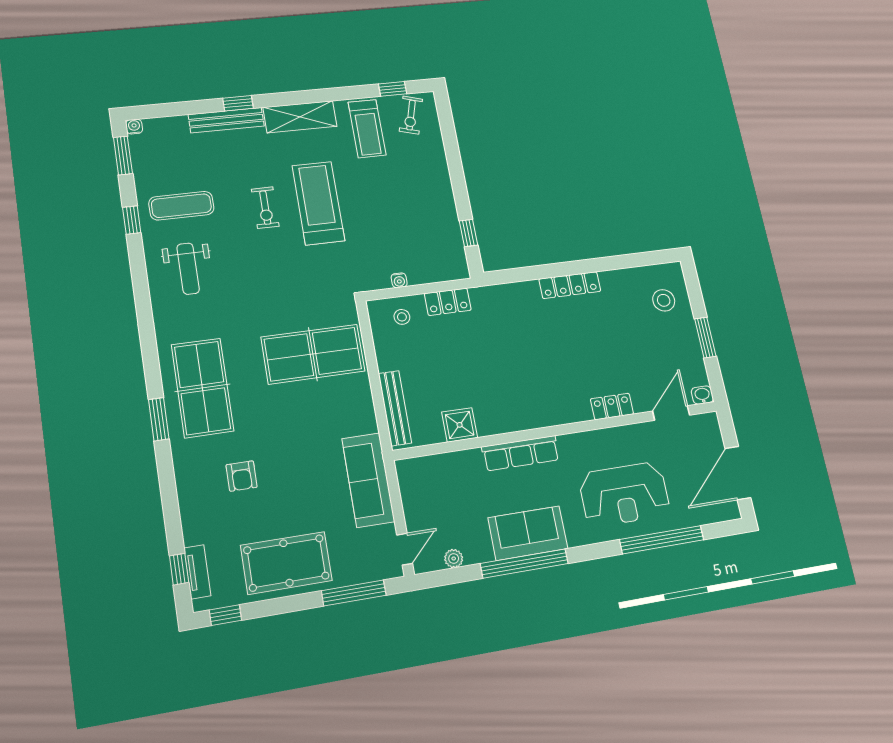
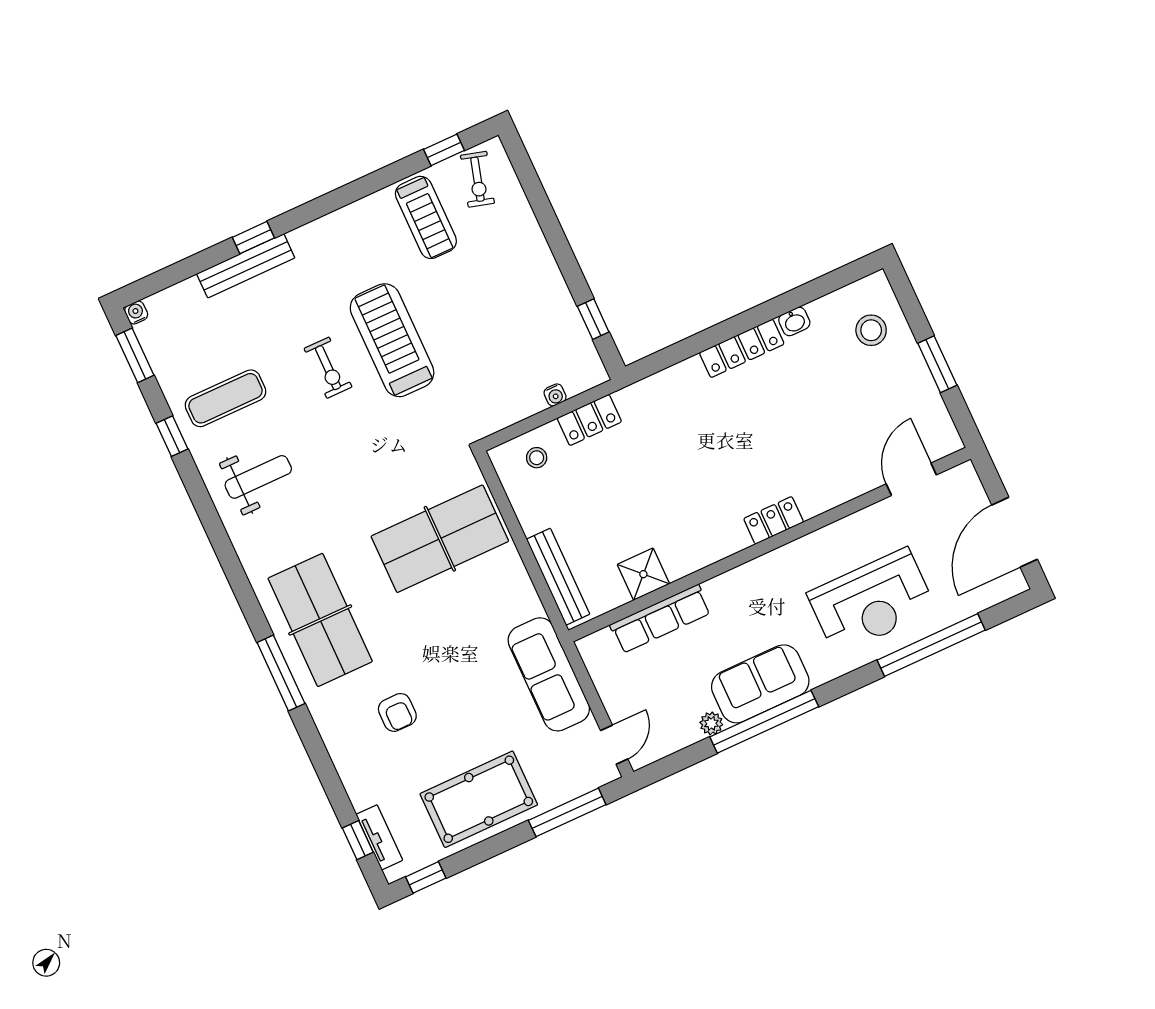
shelving: (300, 117) -> (336, 230), removed
weight bench: (188, 269) -> (258, 477), turned -90
water cooler: (399, 280) -> (555, 395), moved
washbasin: (702, 395) -> (794, 321), moved, turned 180
locker: (612, 406) -> (774, 520), moved
window: (159, 419) -> (281, 673), width x1.44
row of seats: (521, 453) -> (660, 619), moved
plant: (454, 558) -> (711, 723), moved

